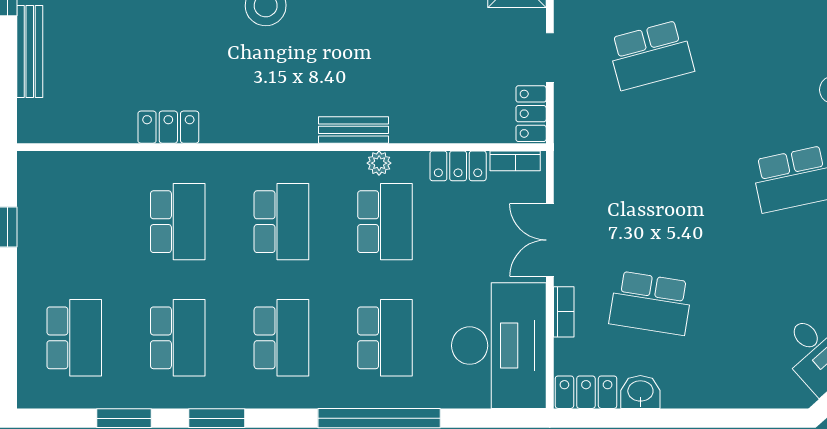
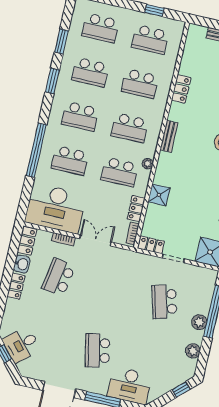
shower: (416, 122) -> (159, 195), added
bench: (354, 130) -> (169, 136), moved
plant: (379, 163) -> (148, 164), moved
school desk: (74, 222) -> (150, 39), added
locker: (692, 393) -> (16, 286), added

